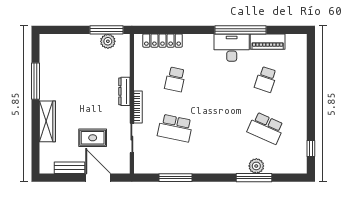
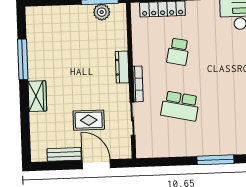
wardrobe: (47, 121) -> (37, 96), width x0.67
window: (176, 178) -> (215, 160), moved

